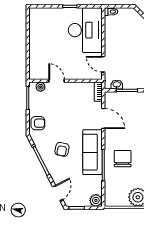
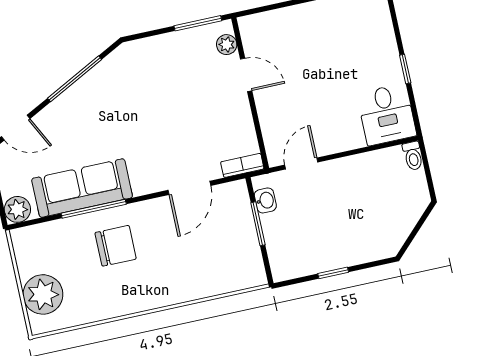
desk: (85, 30) -> (387, 114), width x0.53, depth x0.77
door: (57, 81) -> (246, 75), hinge flipped
armchair: (38, 123) -> (150, 55), removed
armchair: (62, 149) -> (107, 117), removed
sofa: (92, 152) -> (82, 188), moved

